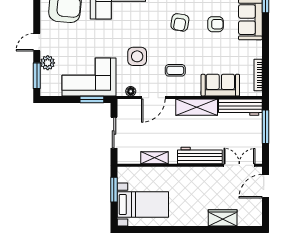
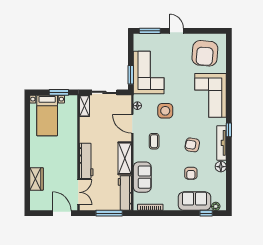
plant: (48, 63) -> (160, 39), removed
shelving: (155, 158) -> (84, 106), moved

